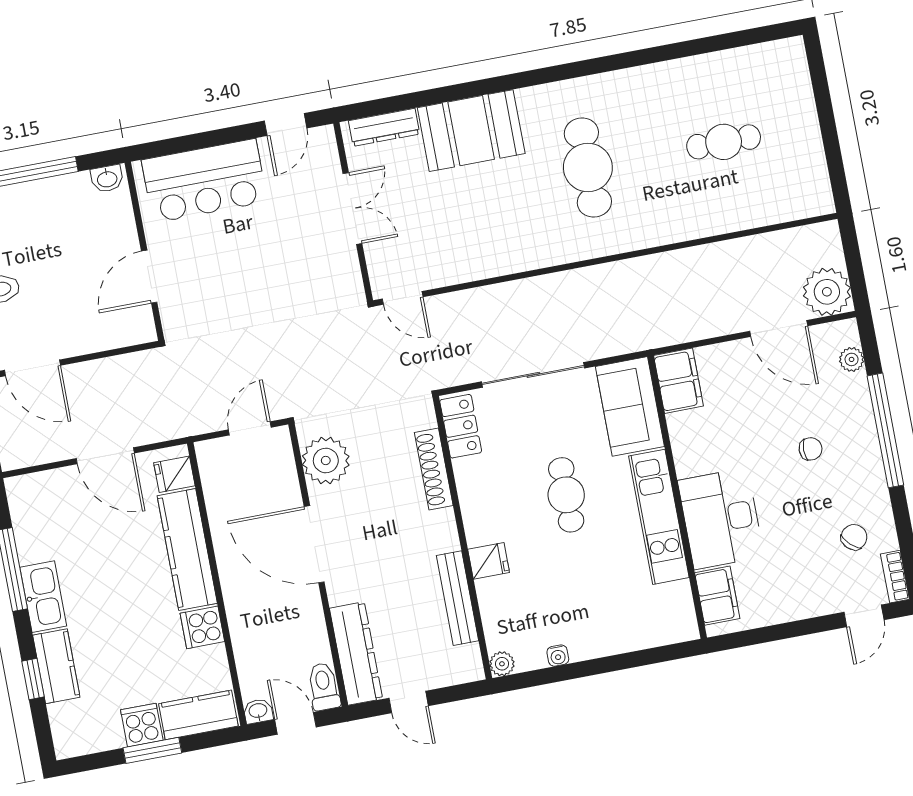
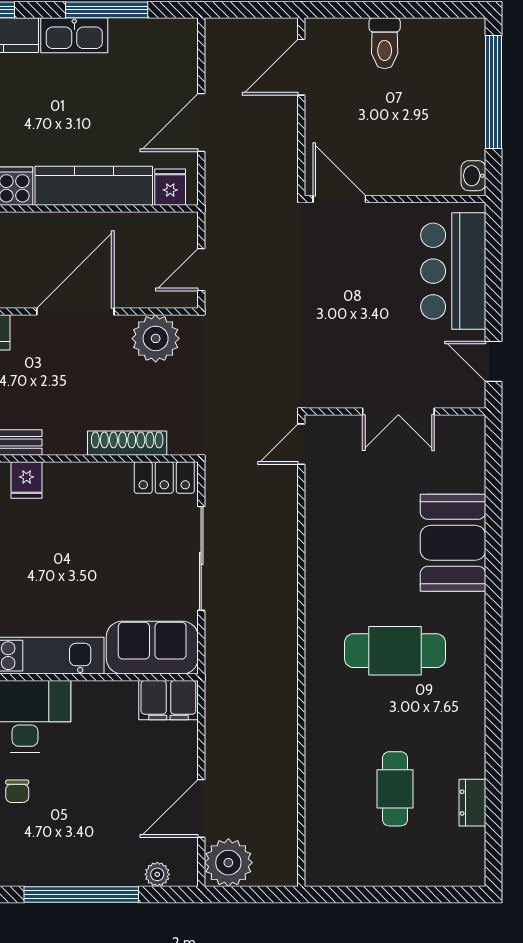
dresser: (384, 127) -> (472, 803), moved, width x0.70
door: (149, 277) -> (339, 199), moved
door: (250, 428) -> (201, 270), swing flipped
chair: (811, 449) -> (17, 791), moved
cafe table: (566, 495) -> (77, 568), removed

